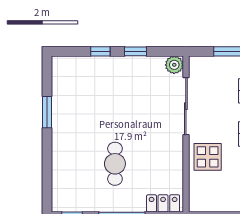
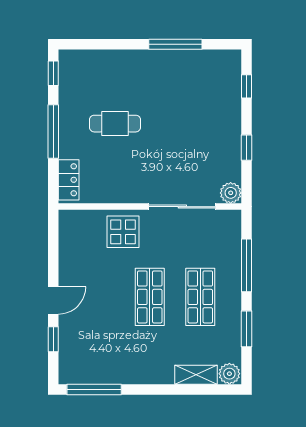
window: (100, 51) -> (246, 86), moved
window: (47, 112) -> (175, 44), width x1.44

